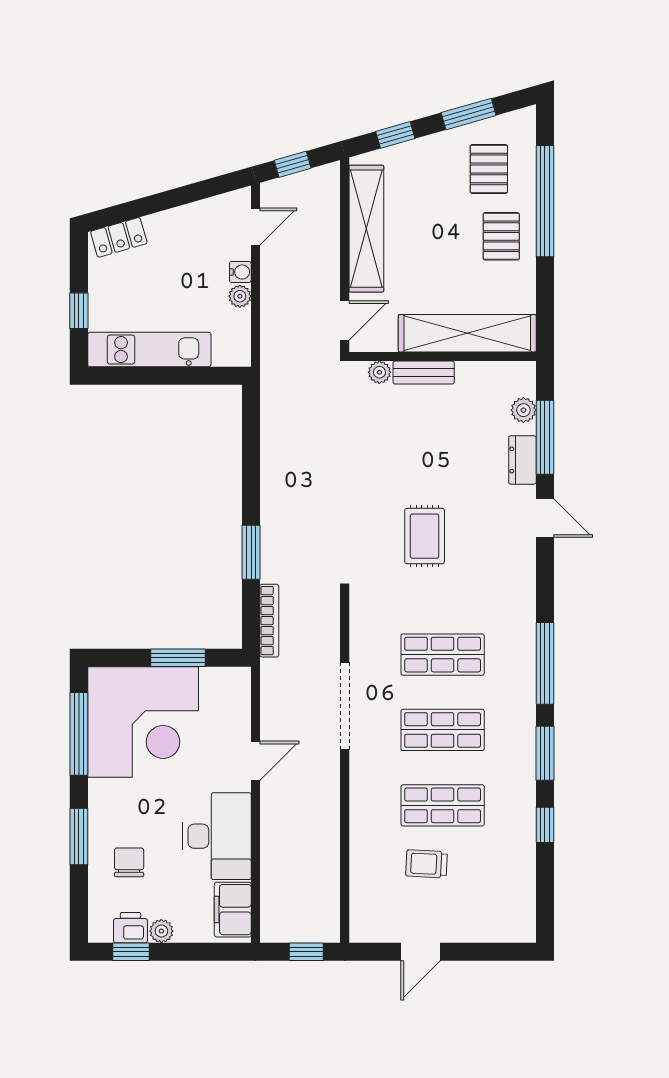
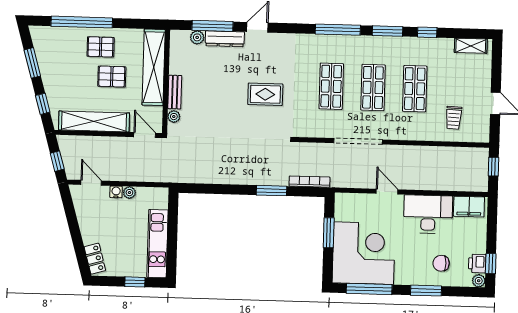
pallet: (489, 169) -> (112, 77), moved
dresser: (522, 460) -> (225, 39), width x1.44
trolley: (427, 864) -> (454, 118), moved
shelving: (523, 904) -> (471, 46), added
plant: (161, 931) -> (479, 281), moved

